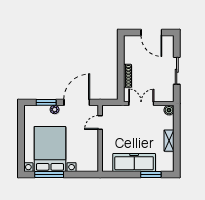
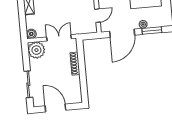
sliding door: (177, 71) -> (28, 84), moved
plant: (165, 93) -> (36, 50), added
double door: (141, 104) -> (59, 38), swing flipped

